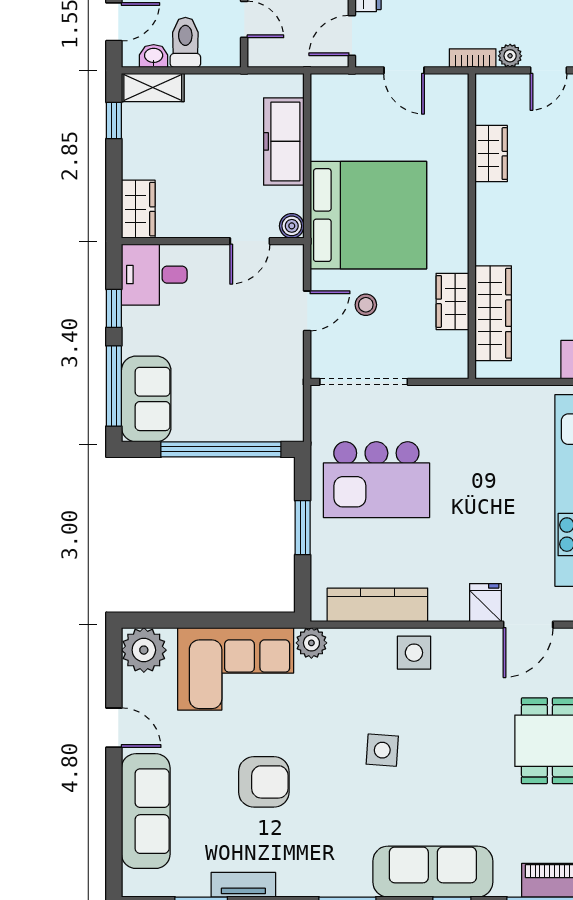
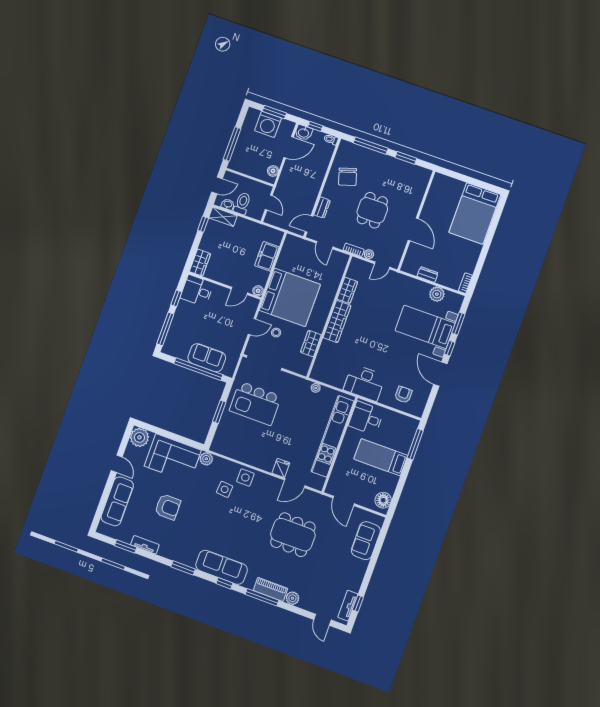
freezer: (284, 141) -> (267, 256), width x0.71
wardrobe: (493, 313) -> (337, 322), moved
plant: (499, 396) -> (316, 388), added
sofa: (146, 399) -> (207, 358), moved, turned -90
kitchen counter: (377, 605) -> (238, 453), removed
side table: (382, 750) -> (225, 489), moved

